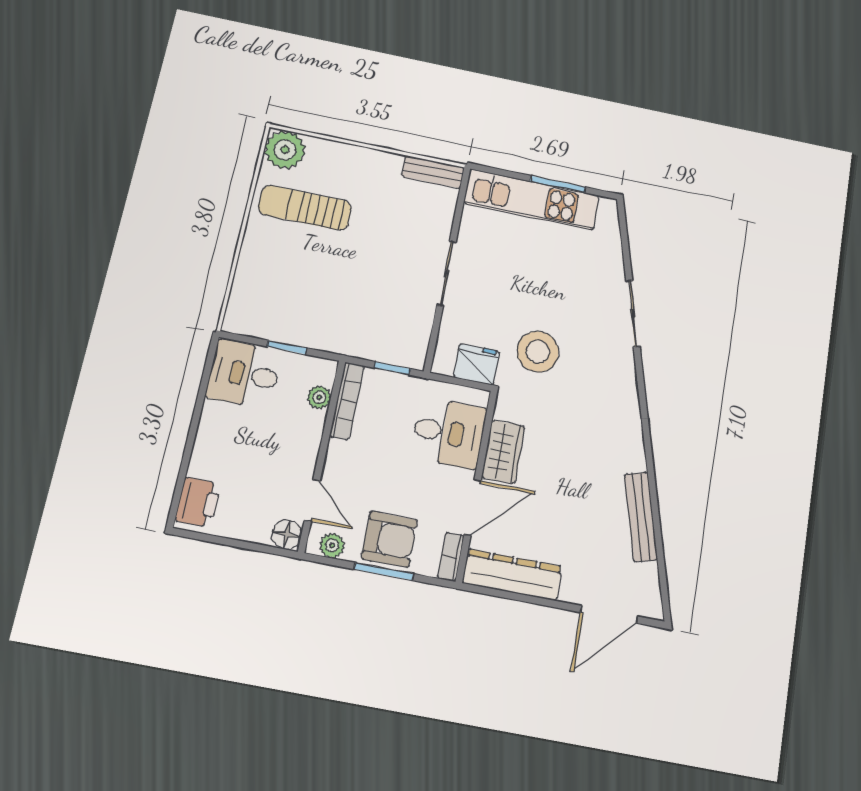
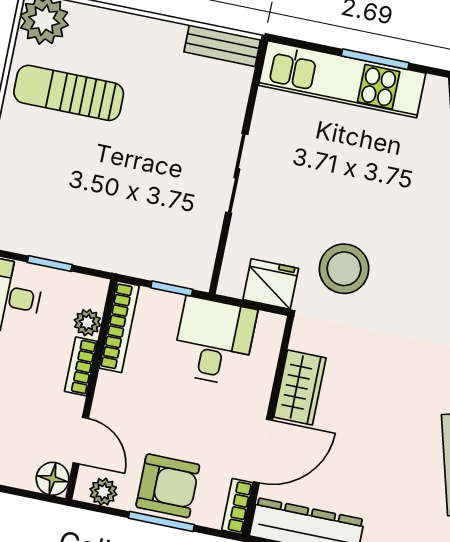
desk: (449, 433) -> (214, 341), moved, turned -90
bookcase: (313, 435) -> (81, 366), added

